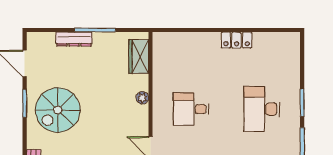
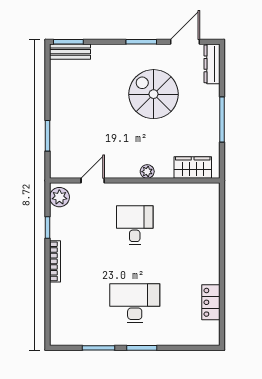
dresser: (74, 39) -> (212, 64), moved
locker: (236, 40) -> (211, 302), moved
spiral stairs: (58, 110) -> (154, 94), moved

